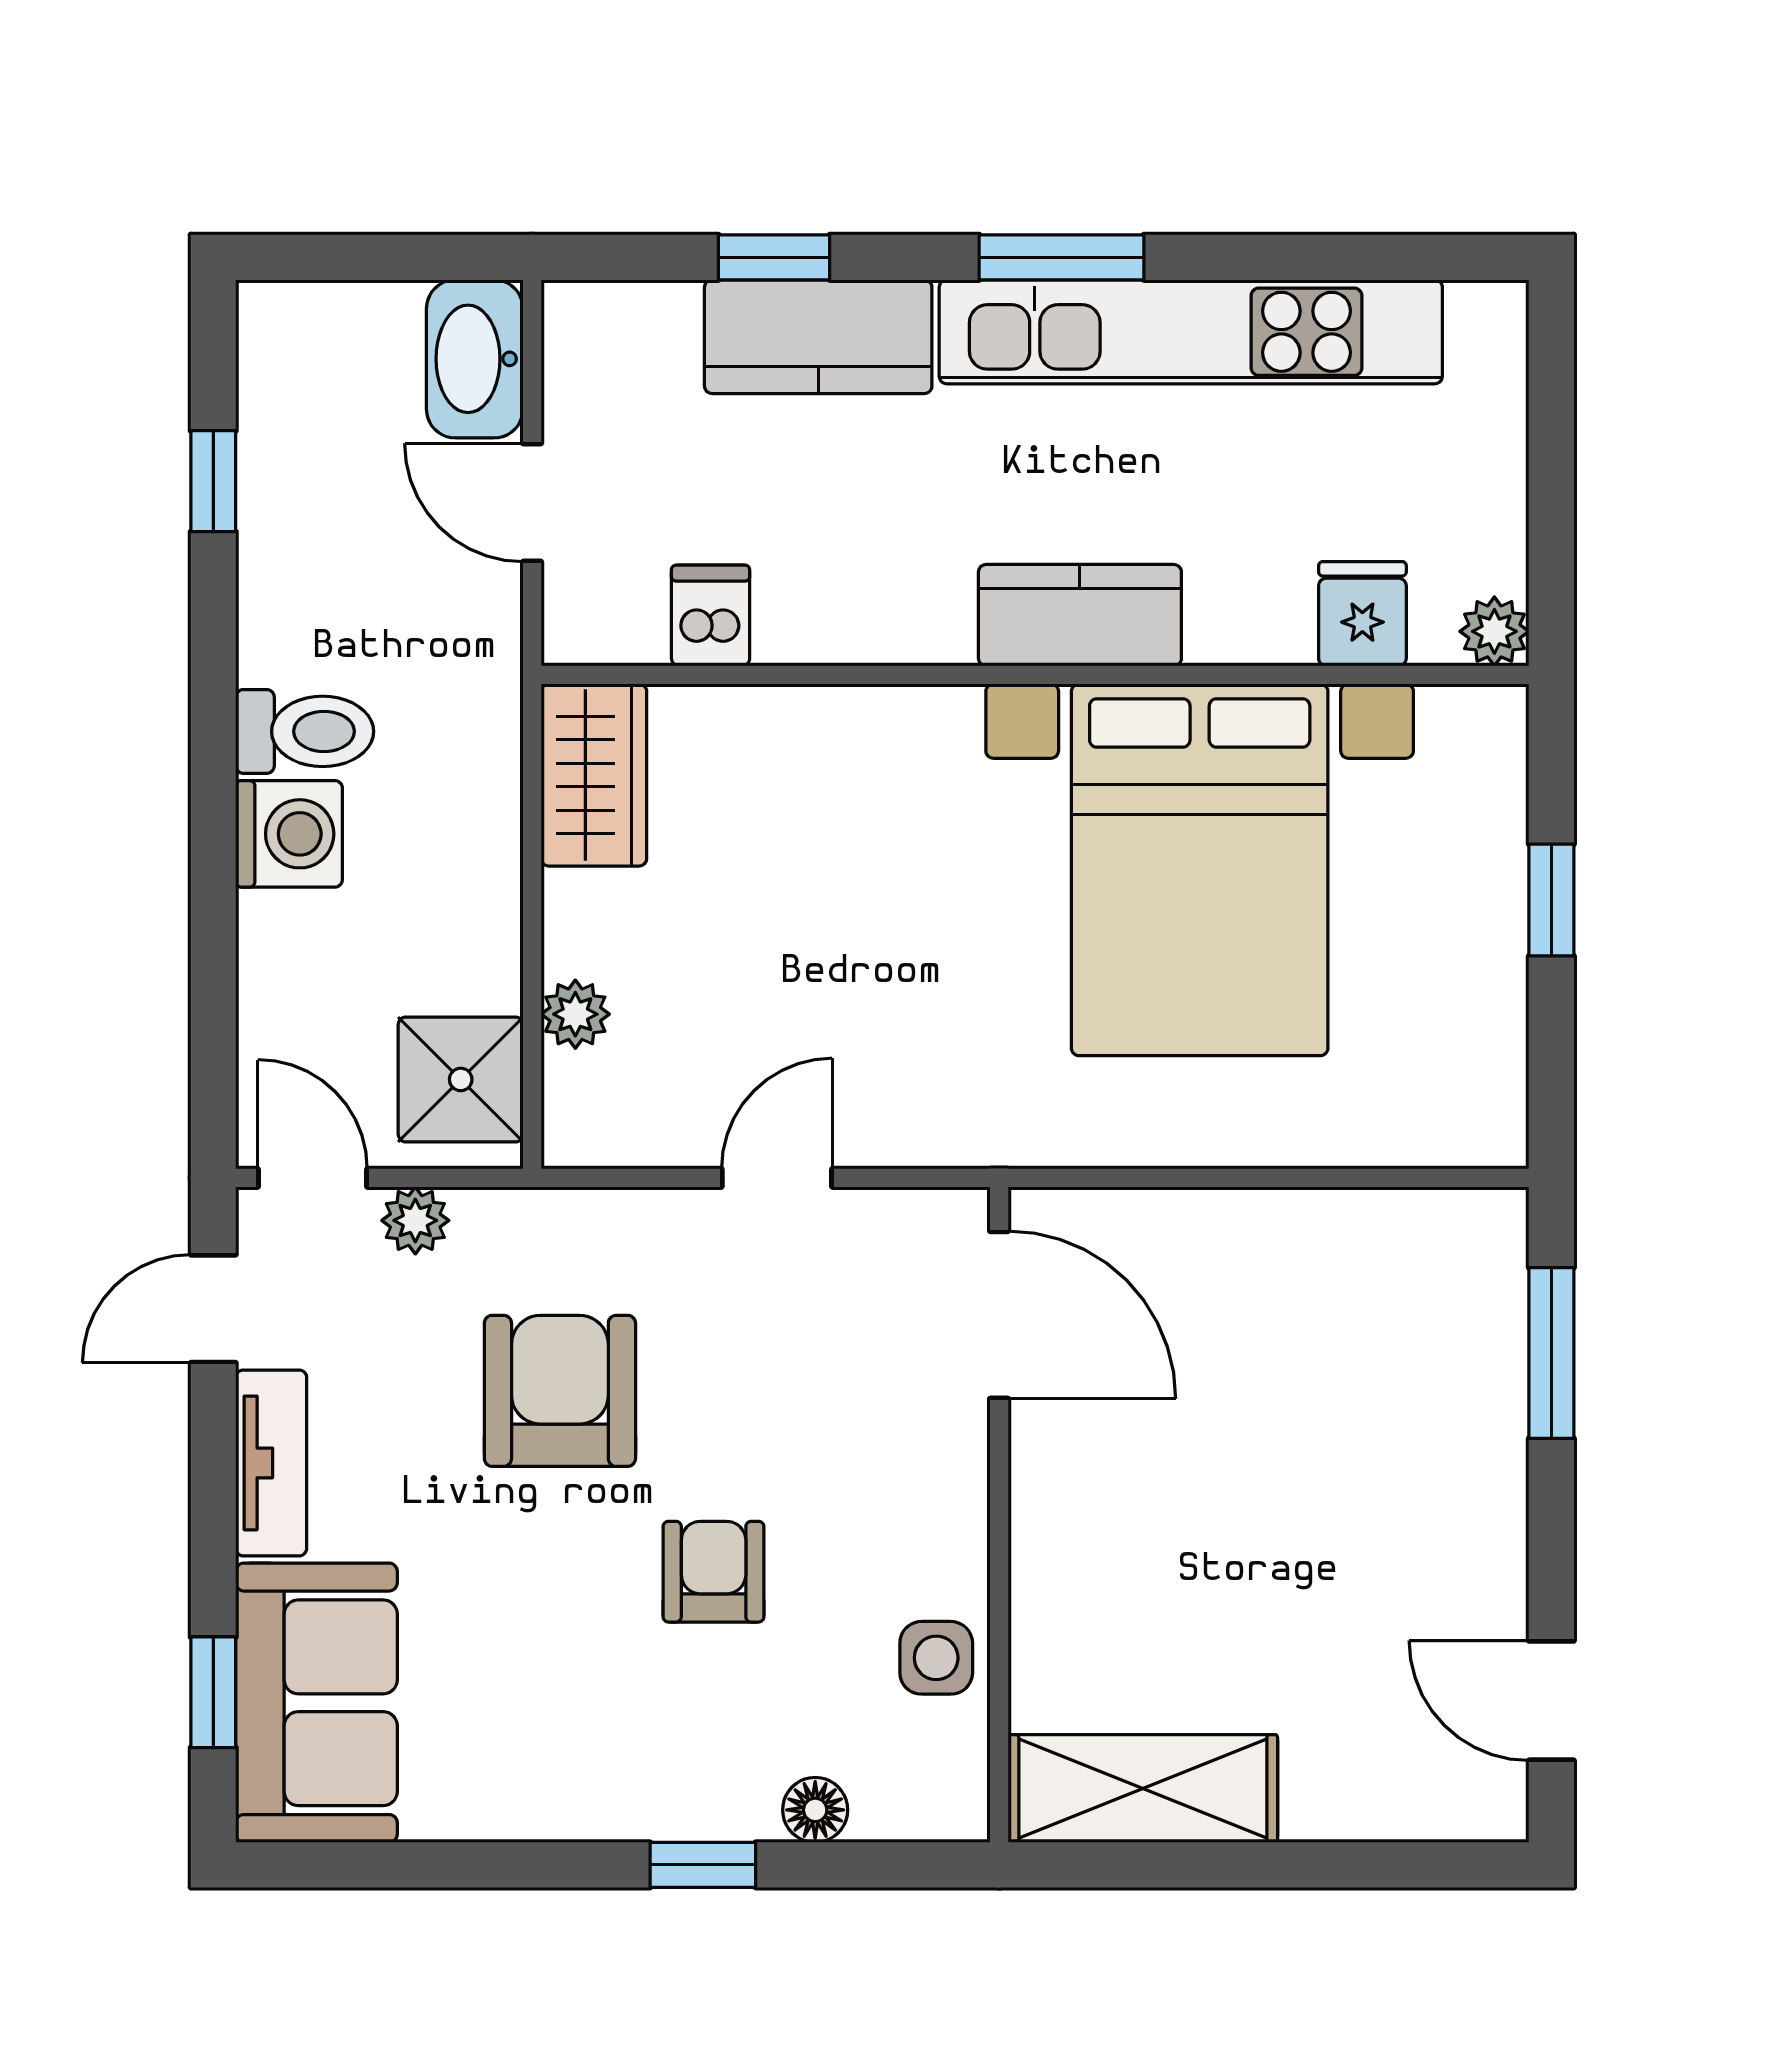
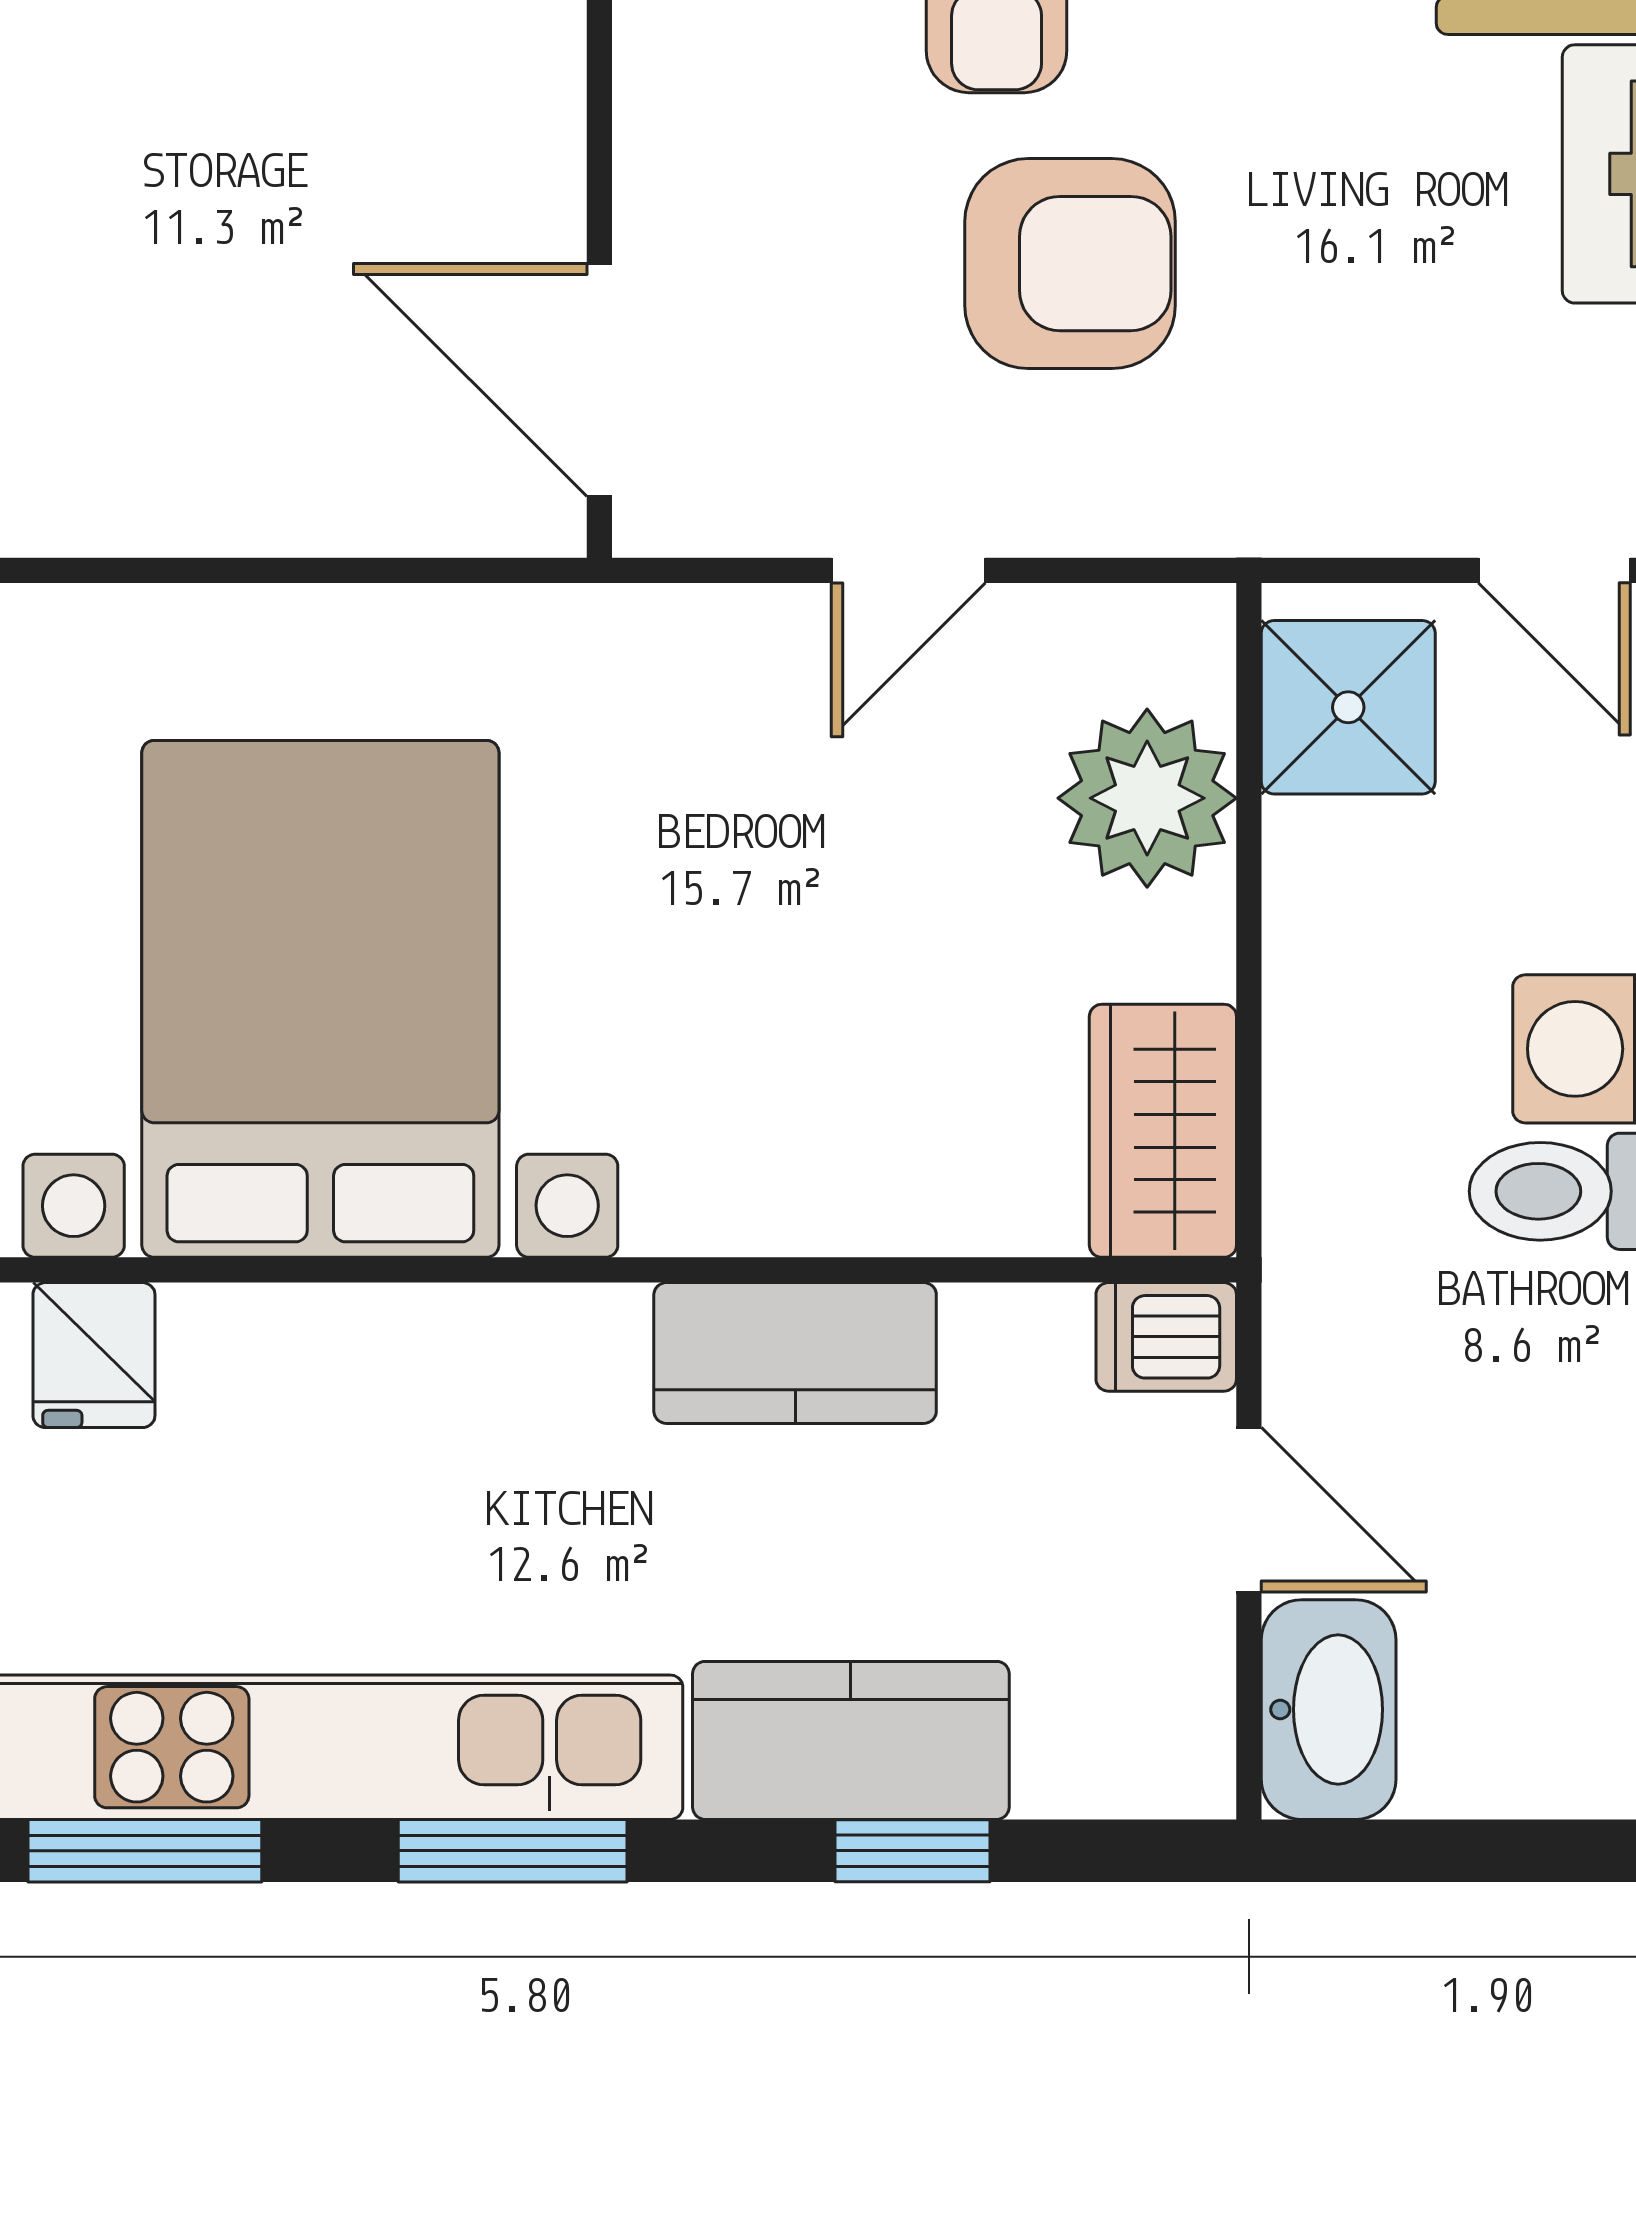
window: (1326, 257) -> (145, 1851), added
kitchen counter: (1080, 615) -> (795, 1353), moved
dishwasher: (711, 616) -> (1166, 1337), moved, turned 90
plant: (575, 1014) -> (1147, 798), width x1.88, depth x1.88
plant: (415, 1220) -> (1411, 511), removed
armchair: (560, 1391) -> (1070, 264), moved, turned -90

